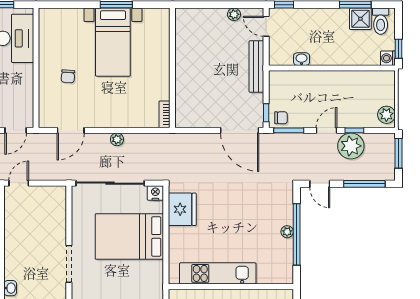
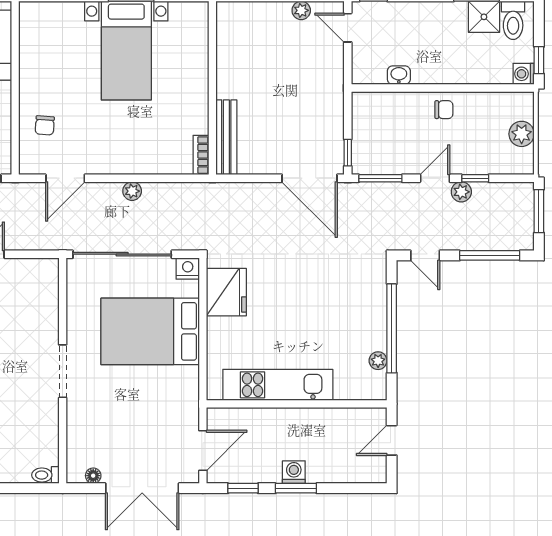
bench: (256, 67) -> (226, 137), moved
chair: (68, 76) -> (45, 125), moved
plant: (386, 115) -> (522, 134), moved
chair: (281, 118) -> (444, 110), moved
plant: (351, 146) -> (461, 192), width x0.53, depth x0.53
plant: (287, 232) -> (378, 361), moved

